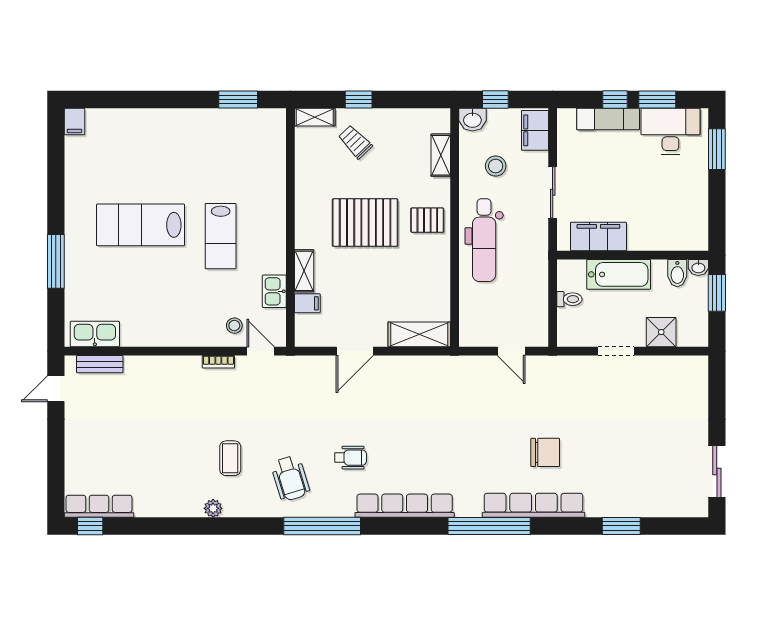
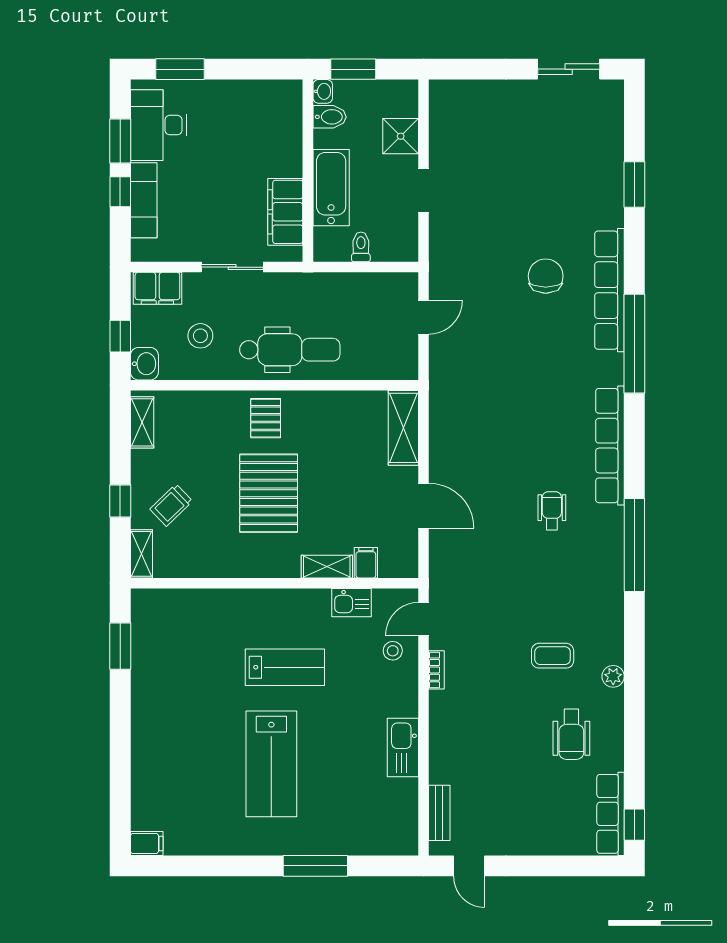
shelving: (441, 155) -> (142, 422), moved, turned 90
kitchen sink: (95, 334) -> (403, 748), moved
wheelchair: (290, 478) -> (571, 734), moved, turned 107

